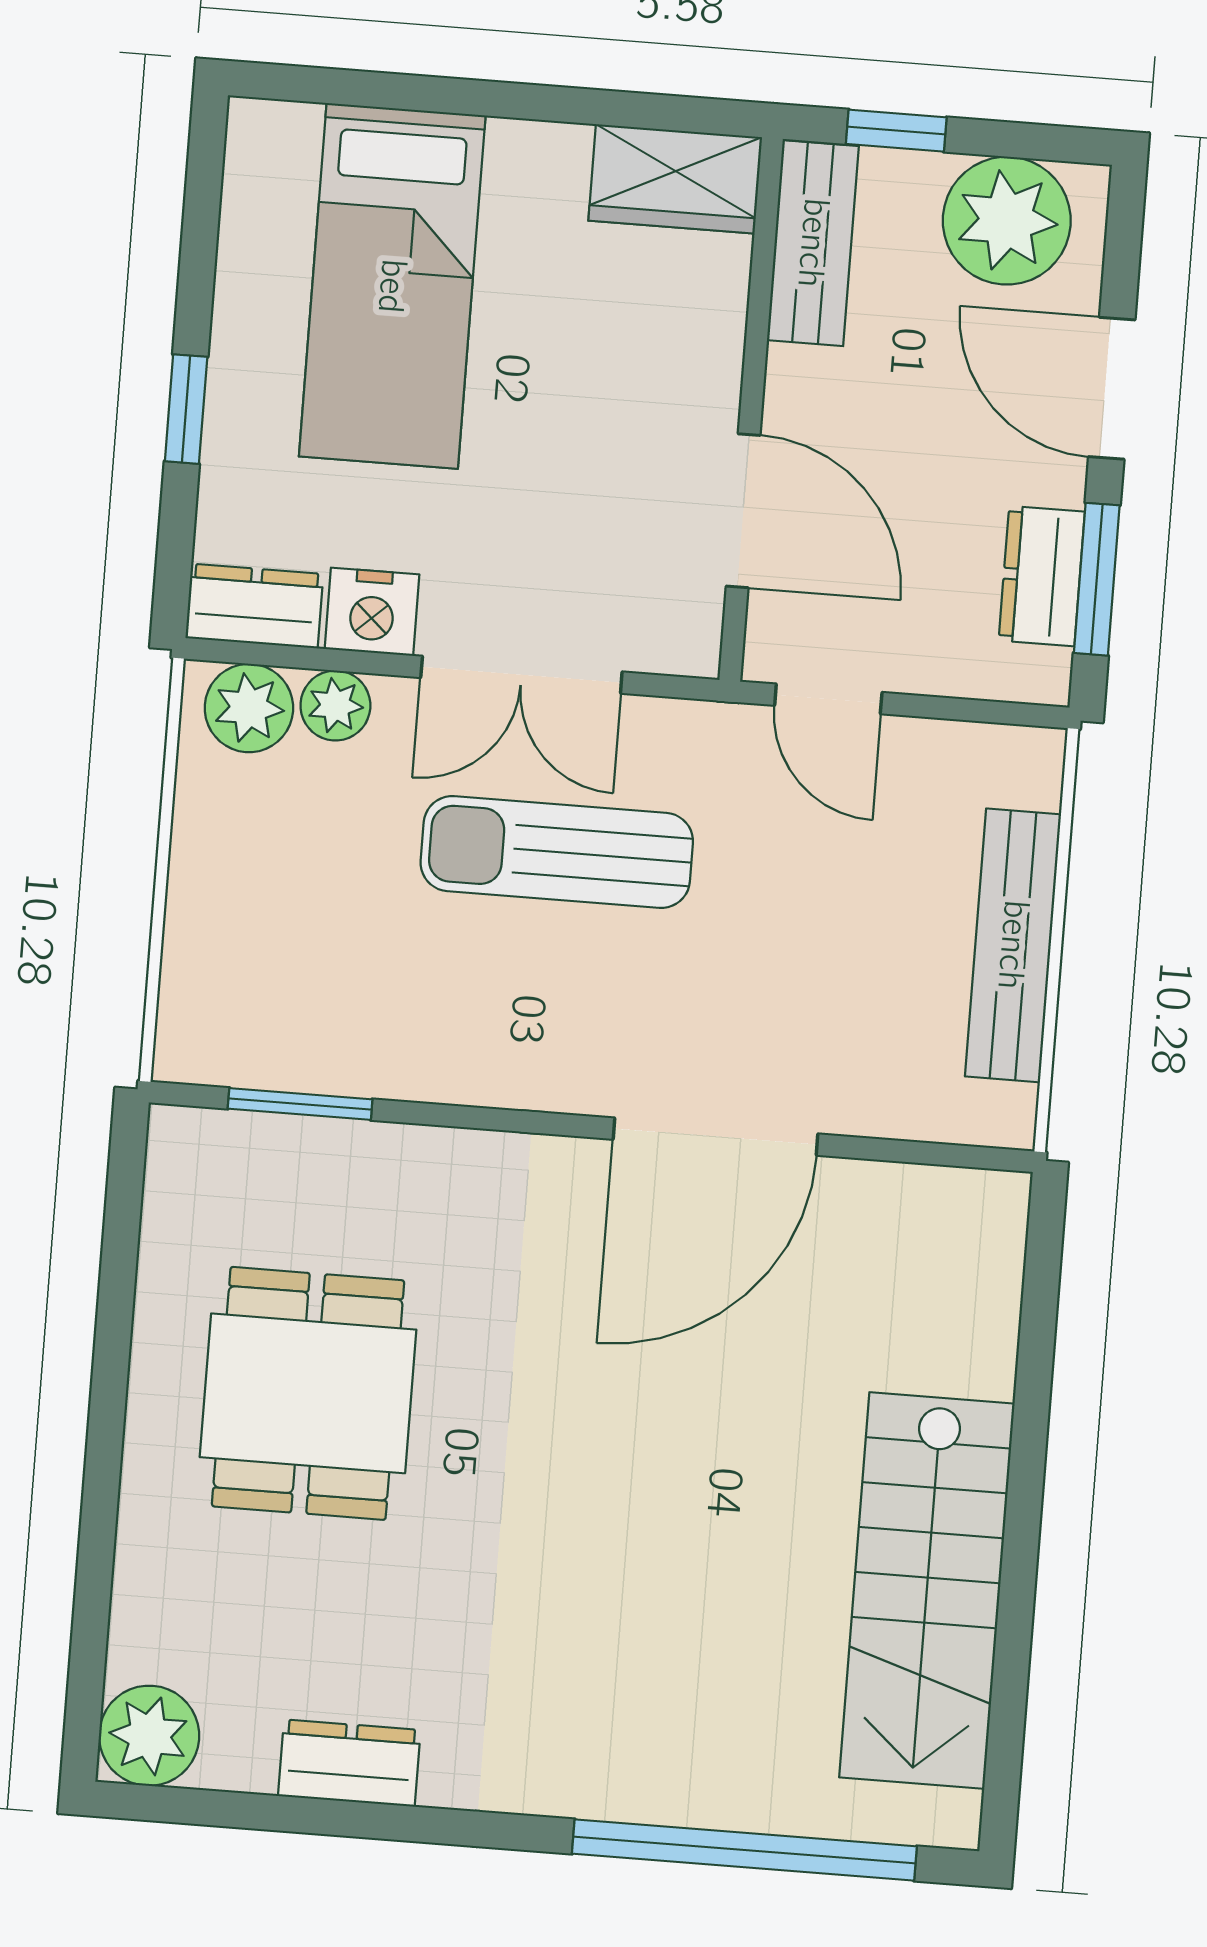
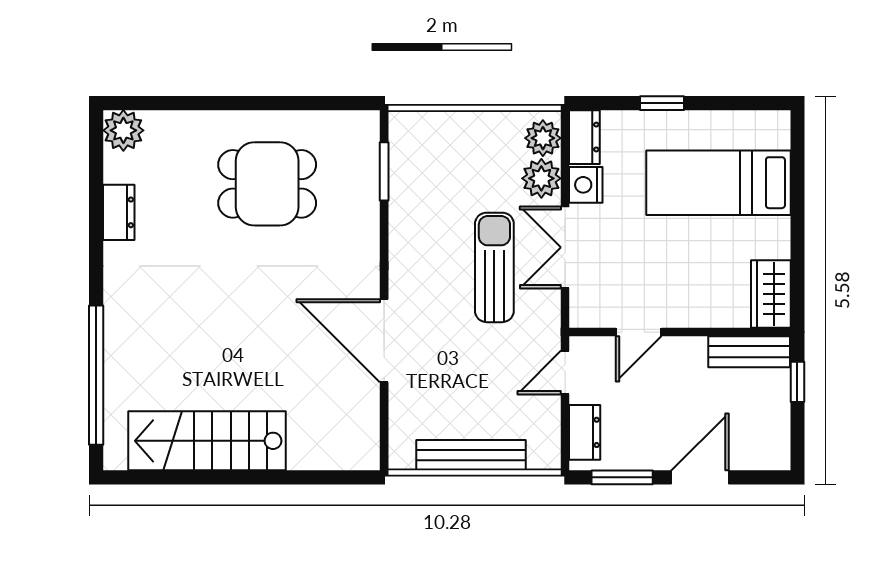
plant: (1007, 221) -> (765, 430), removed
door: (743, 511) -> (639, 332), width x0.73
dresser: (1042, 576) -> (585, 432), moved, turned 90
plant: (335, 706) -> (541, 178), width x1.38, depth x1.38

